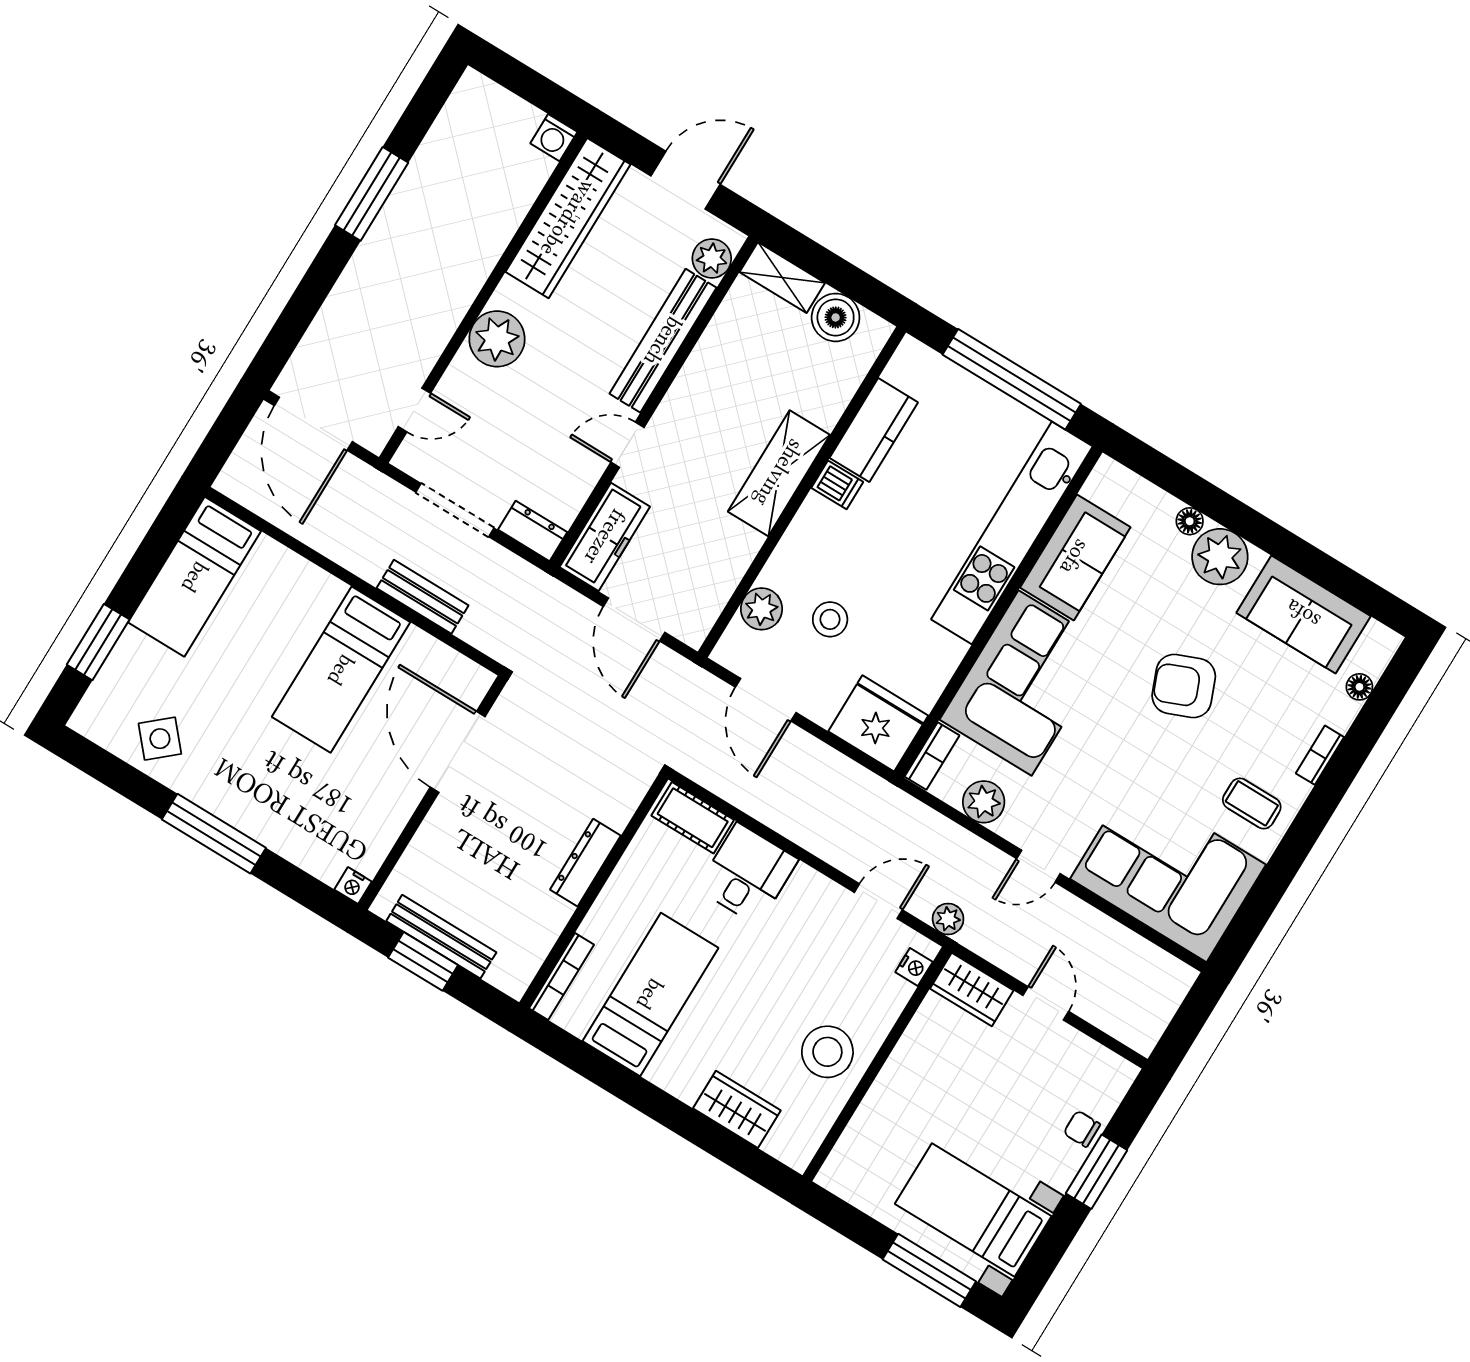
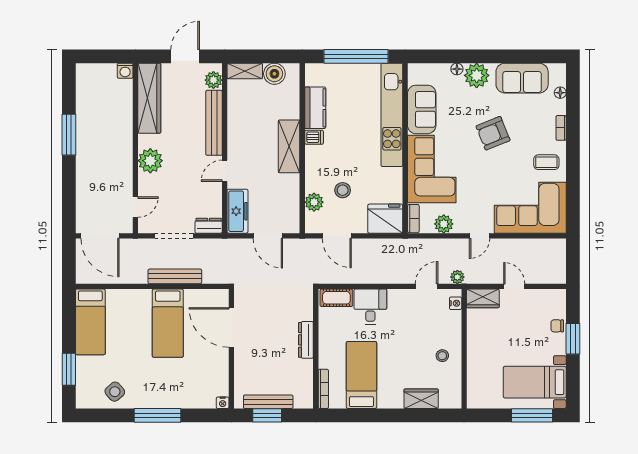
bench: (423, 597) -> (175, 276), width x1.36
stool: (827, 1052) -> (442, 356), width x0.53, depth x0.53

